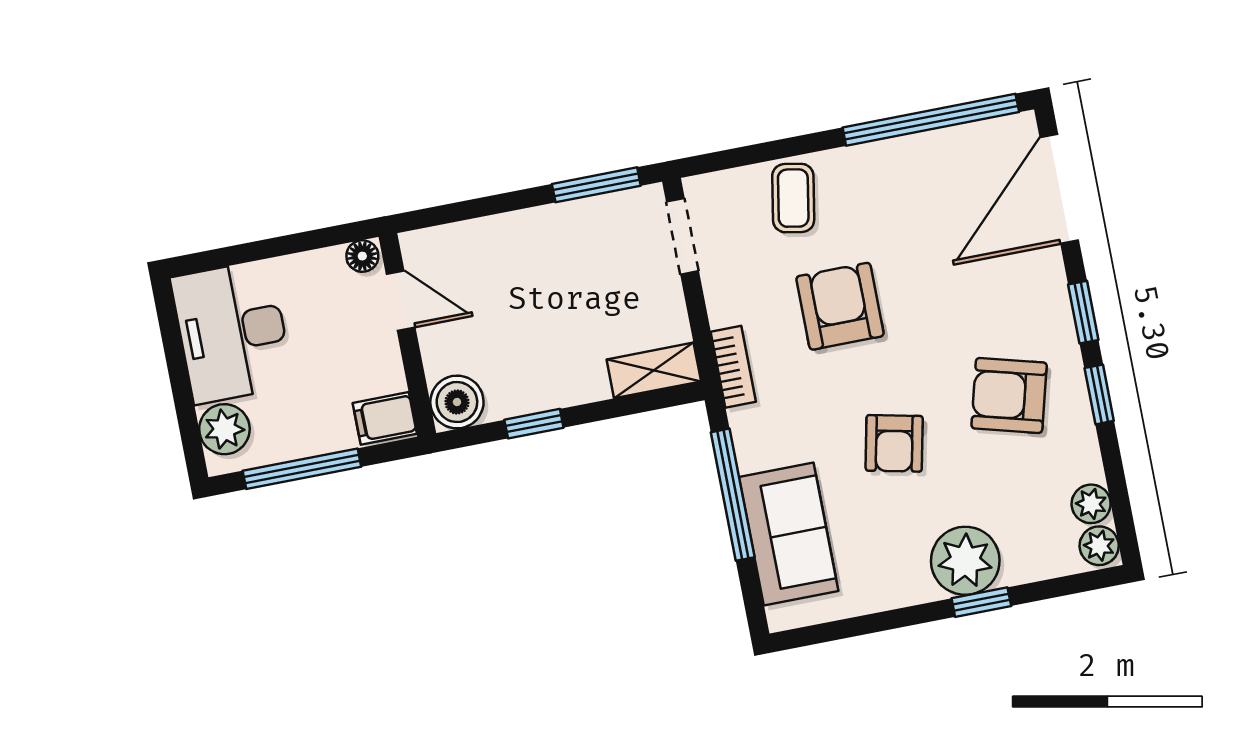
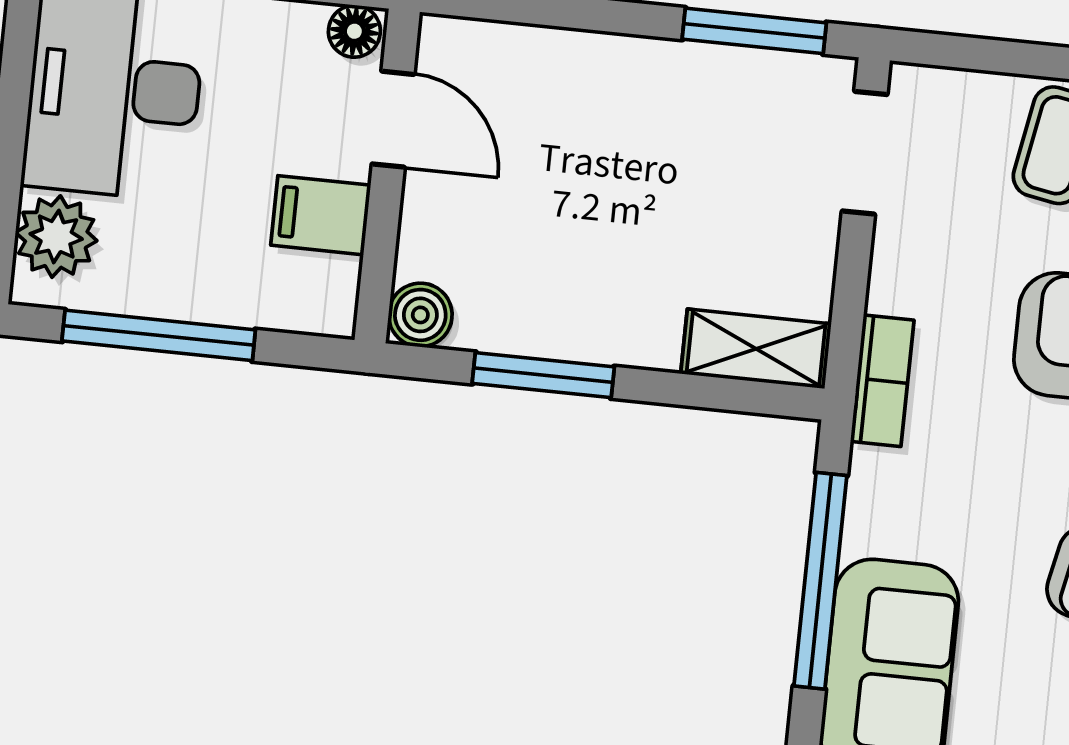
boiler: (457, 402) -> (420, 315), width x0.73, depth x0.73
filing cabinet: (385, 418) -> (321, 215), moved
window: (534, 424) -> (543, 375), width x1.50

